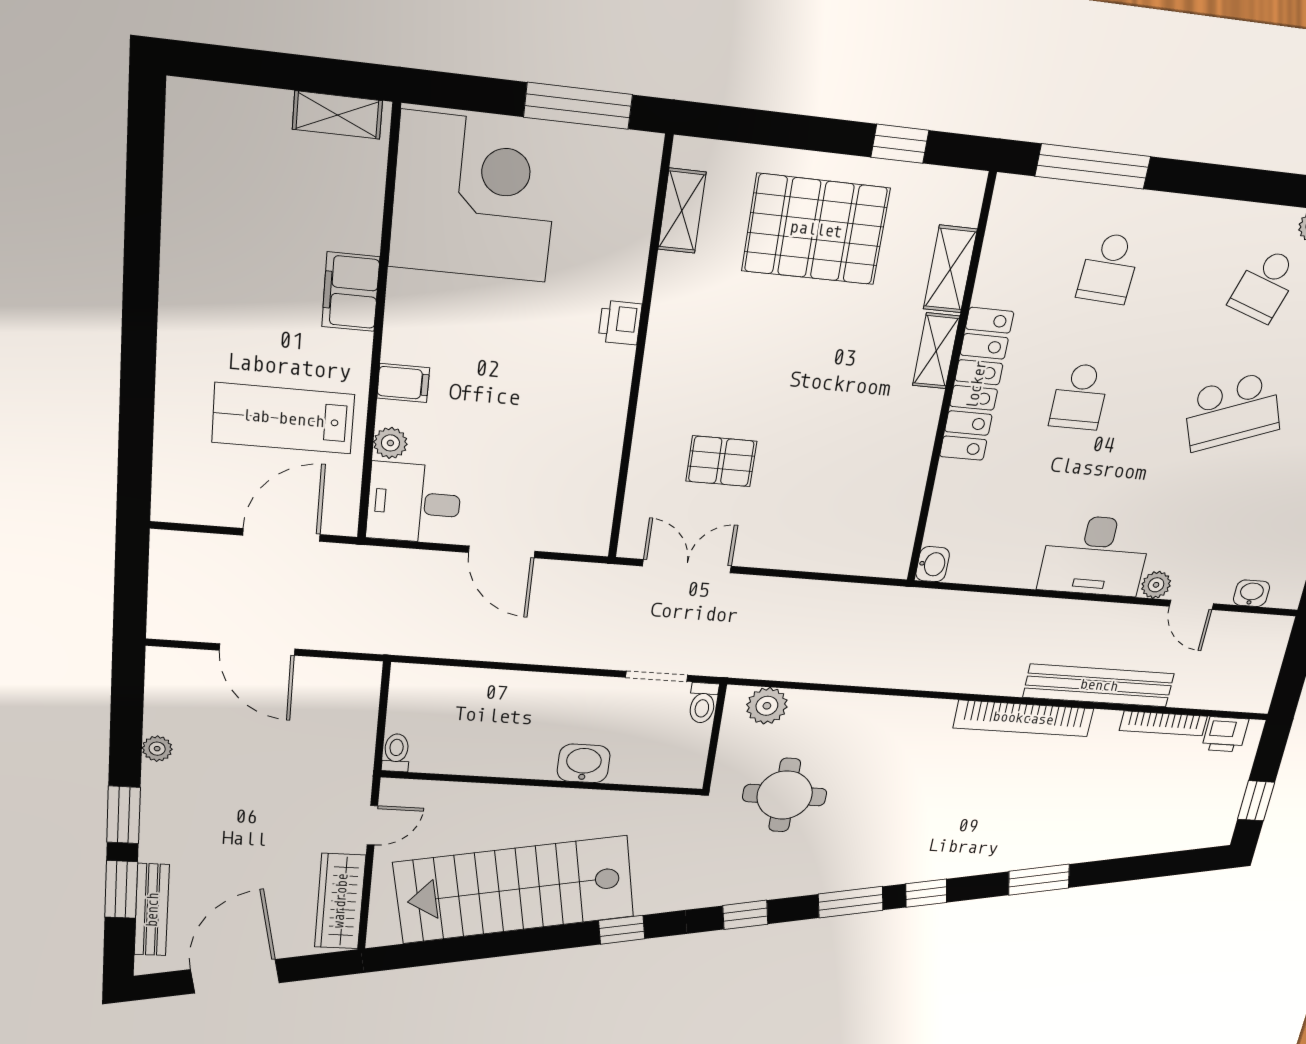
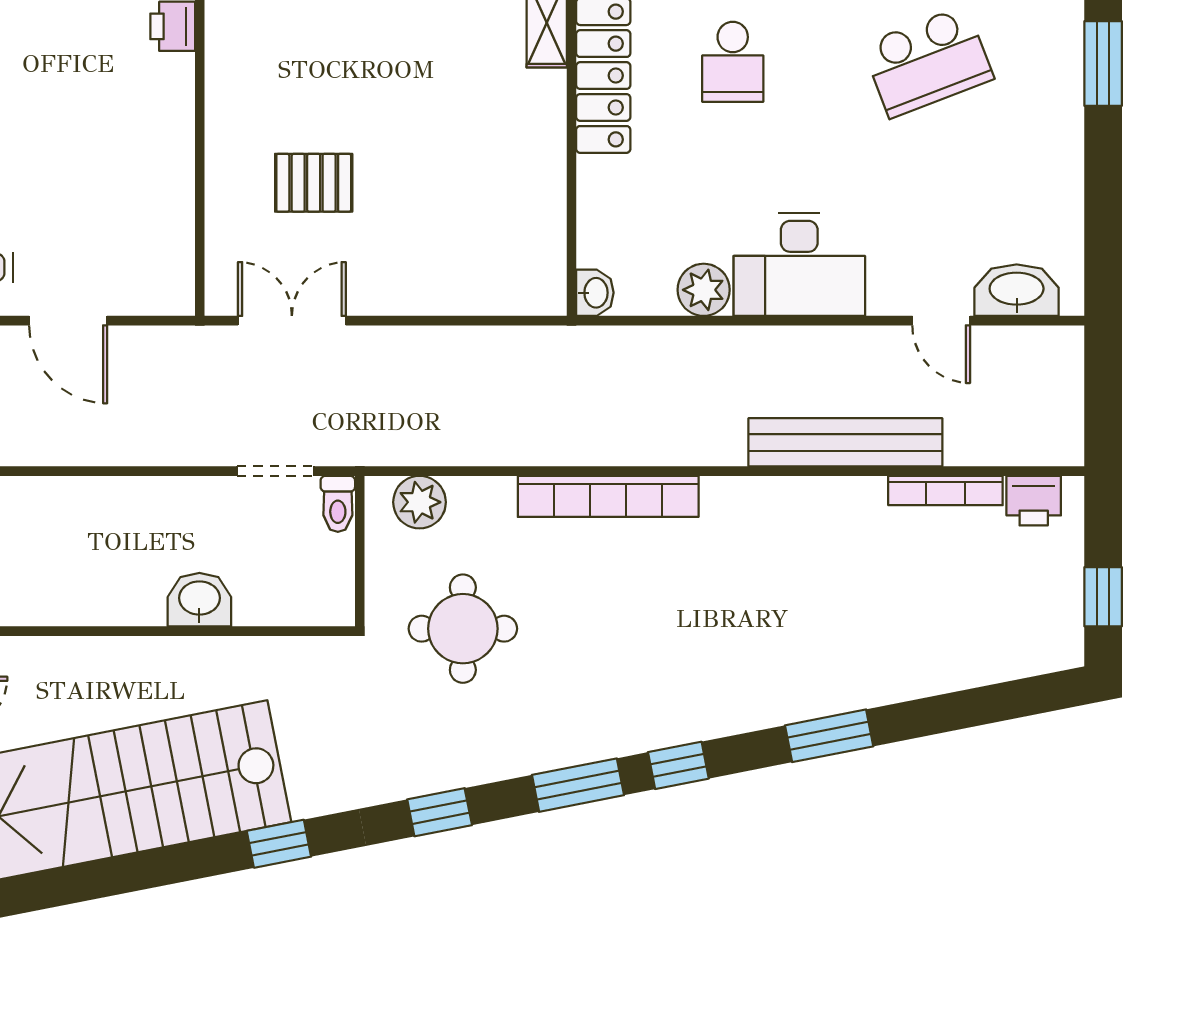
plant: (1156, 585) -> (704, 290), moved, width x1.38, depth x1.38
washbasin: (1251, 593) -> (1017, 290), width x1.91, depth x1.45
bookcase: (1023, 718) -> (608, 496), moved

